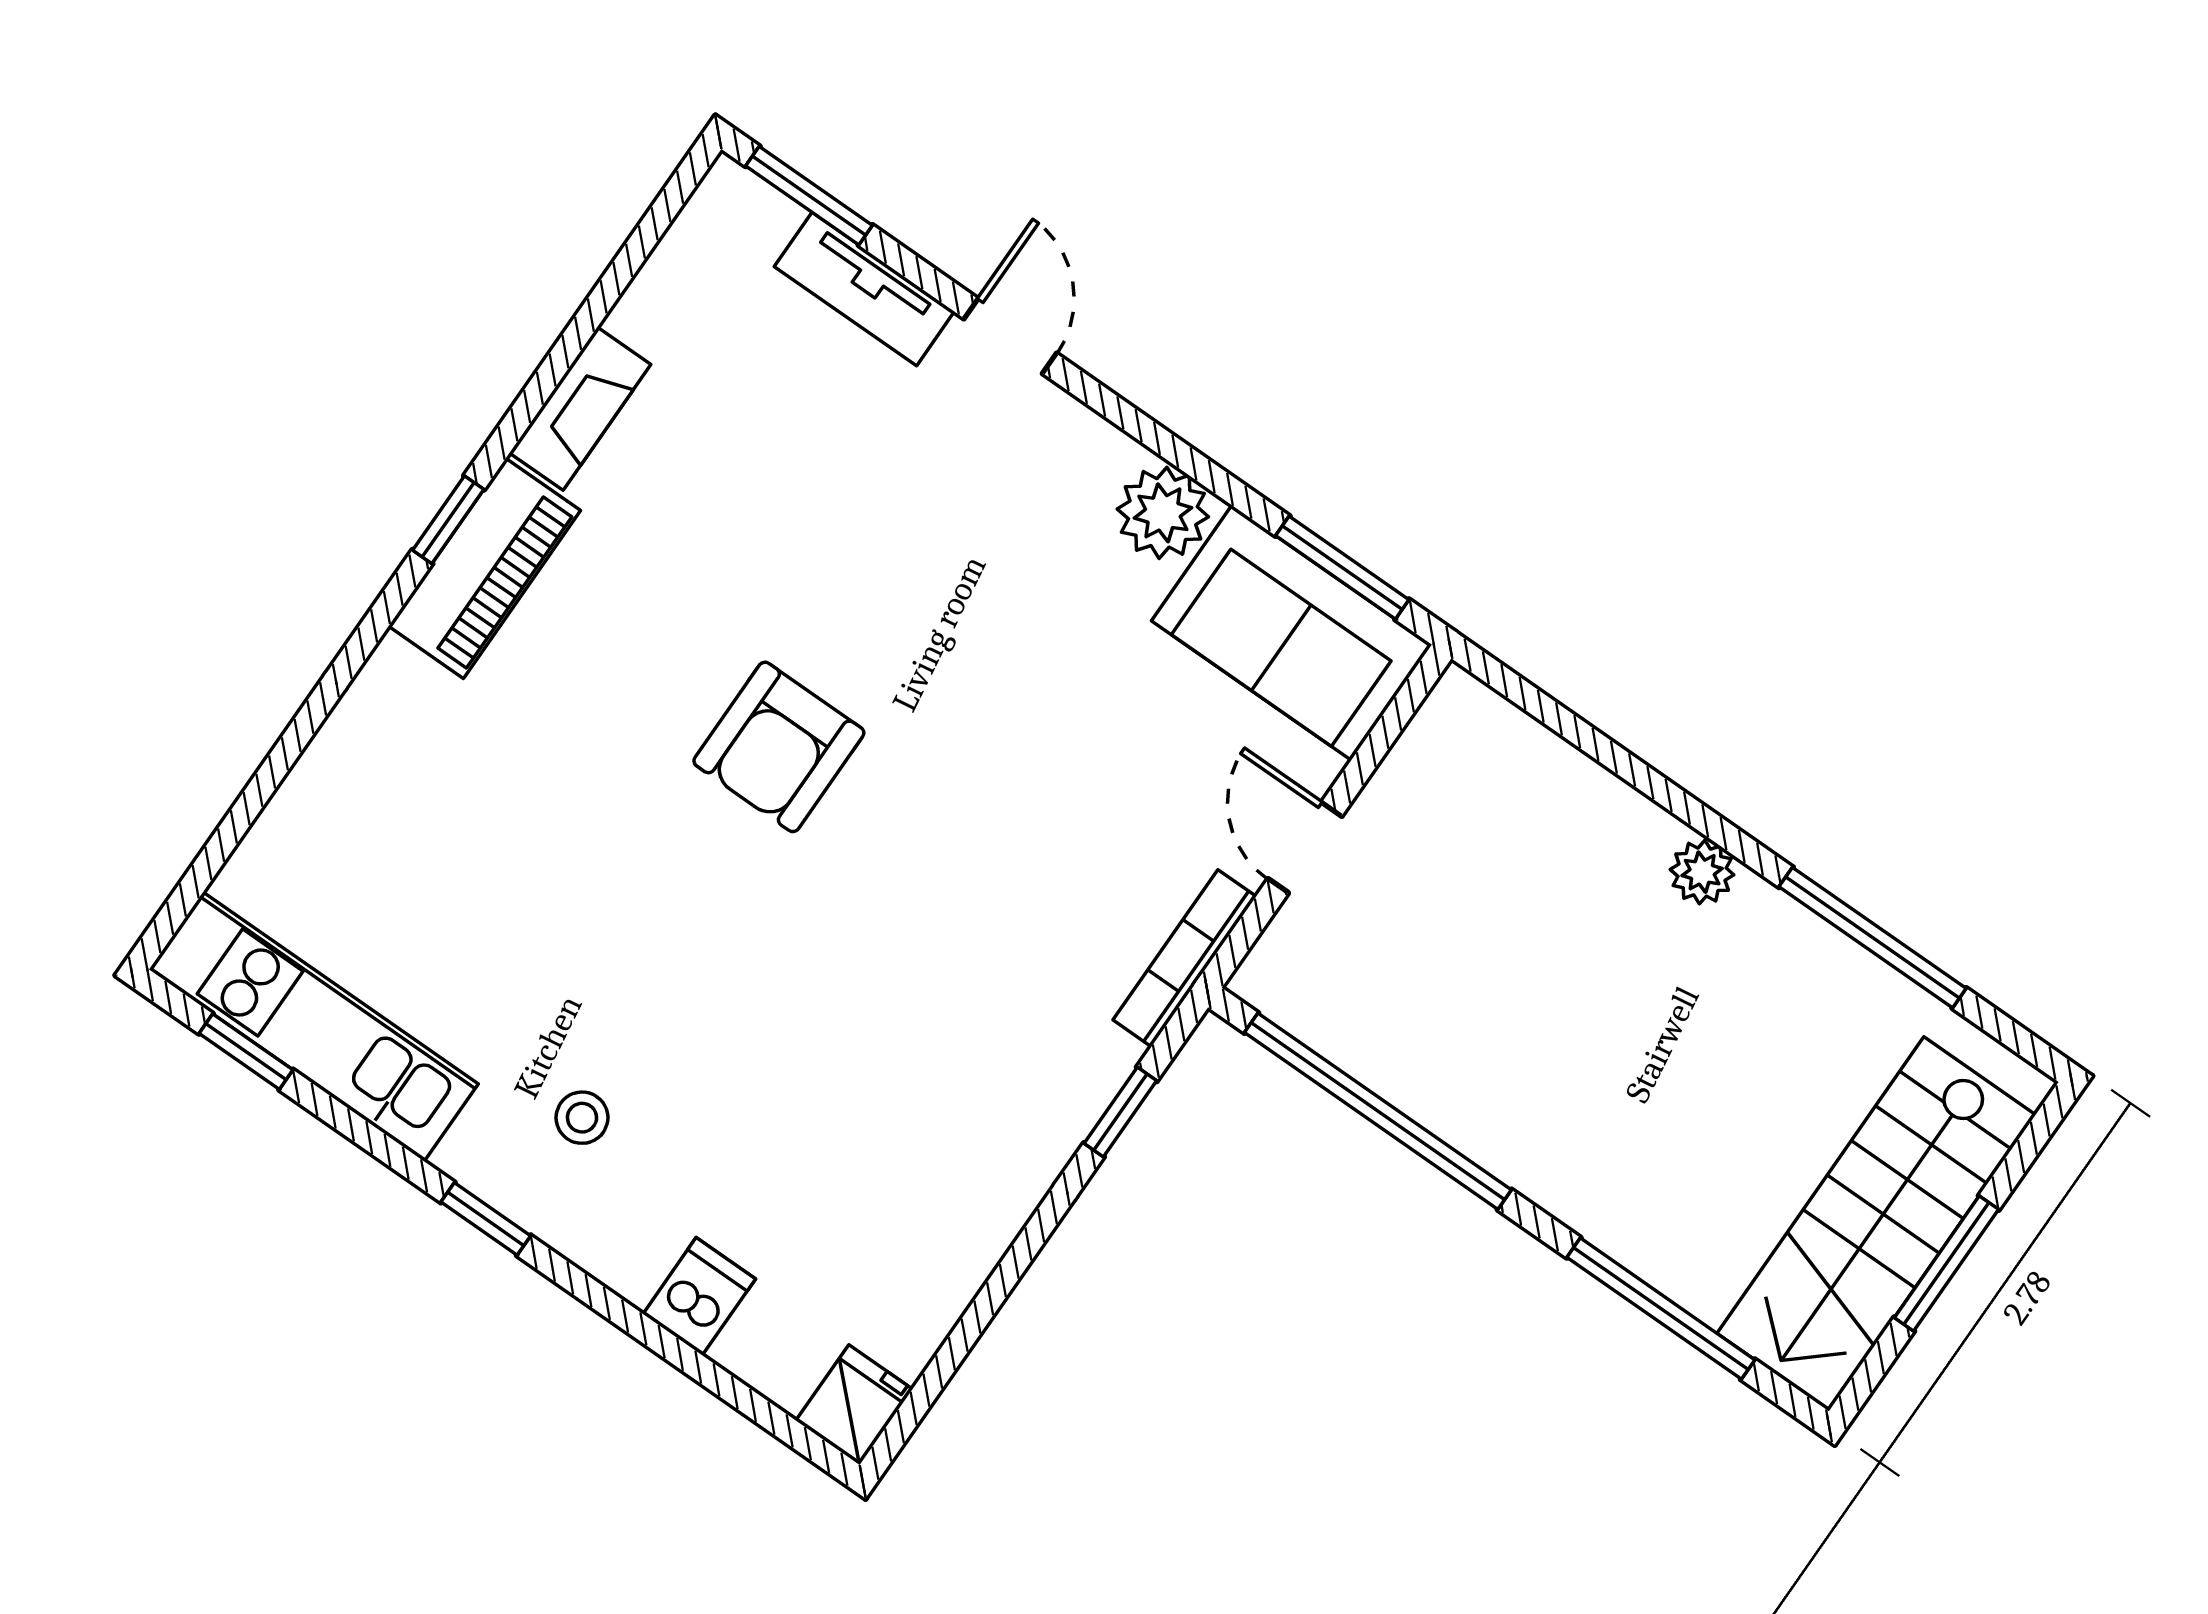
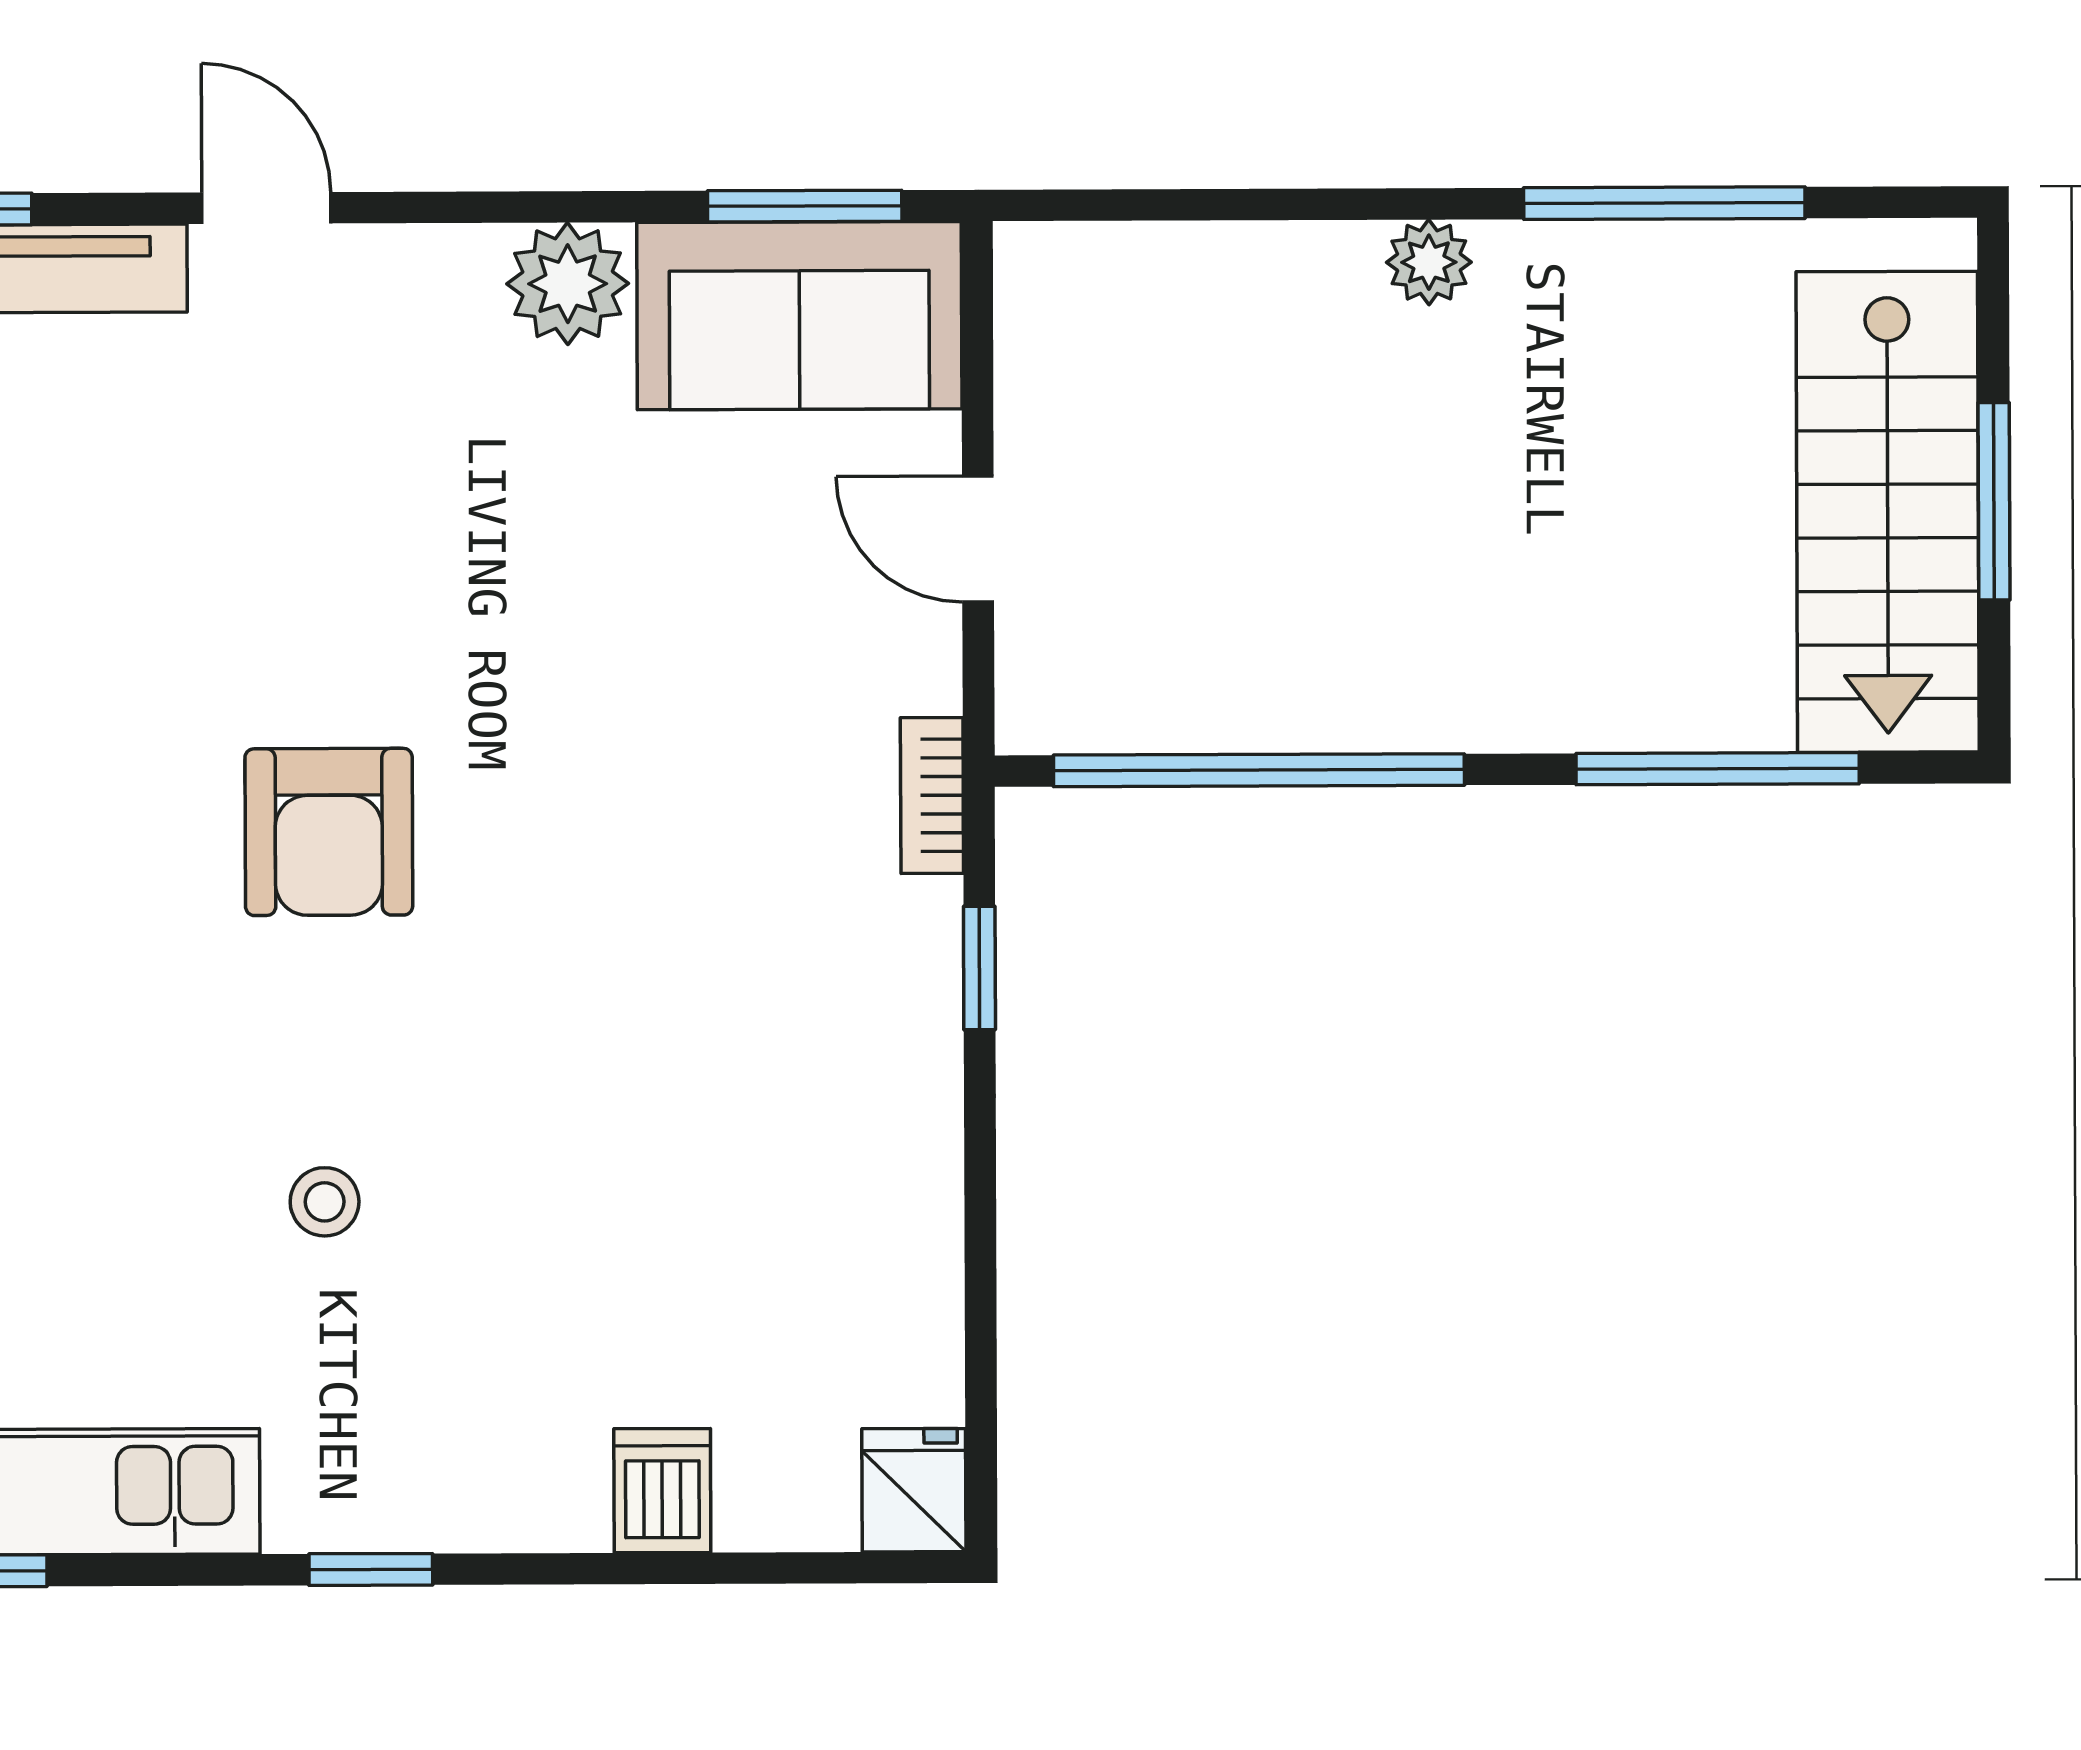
bookcase: (1185, 958) -> (932, 795), width x0.64
stool: (582, 1118) -> (325, 1202), moved

